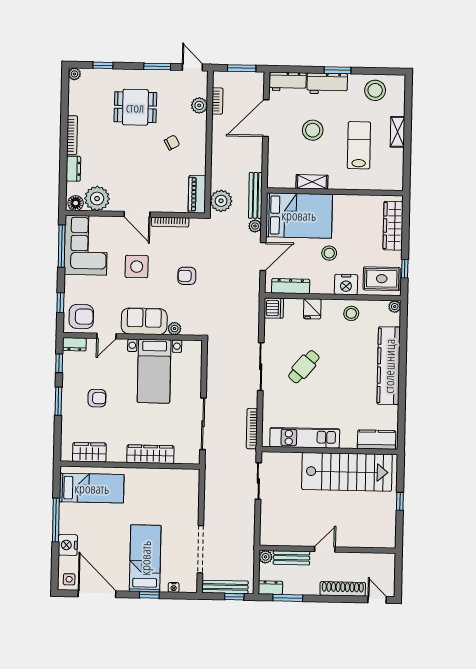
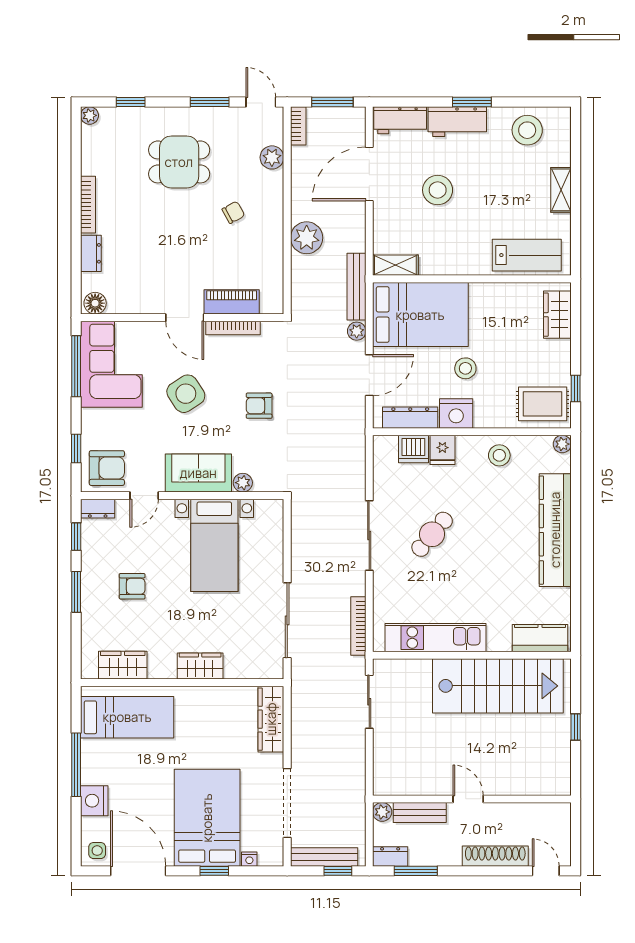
bookcase: (217, 101) -> (298, 126), moved
lab bench: (359, 145) -> (527, 255), moved, turned 90
shelving: (312, 182) -> (395, 265), moved
piano: (197, 194) -> (232, 302), moved, turned 90
plant: (97, 199) -> (126, 296), removed
plant: (221, 201) -> (307, 238), moved
wardrobe: (393, 226) -> (557, 315), width x0.67
side table: (137, 267) -> (186, 394), turned -33
nightstand: (346, 285) -> (456, 413), moved
dishwasher: (274, 308) -> (413, 449), moved, turned 90
wardrobe: (150, 454) -> (200, 666), width x0.67
wardrobe: (190, 491) -> (271, 719), added
door: (325, 549) -> (468, 799), hinge flipped
bed: (145, 558) -> (207, 818), width x1.50

